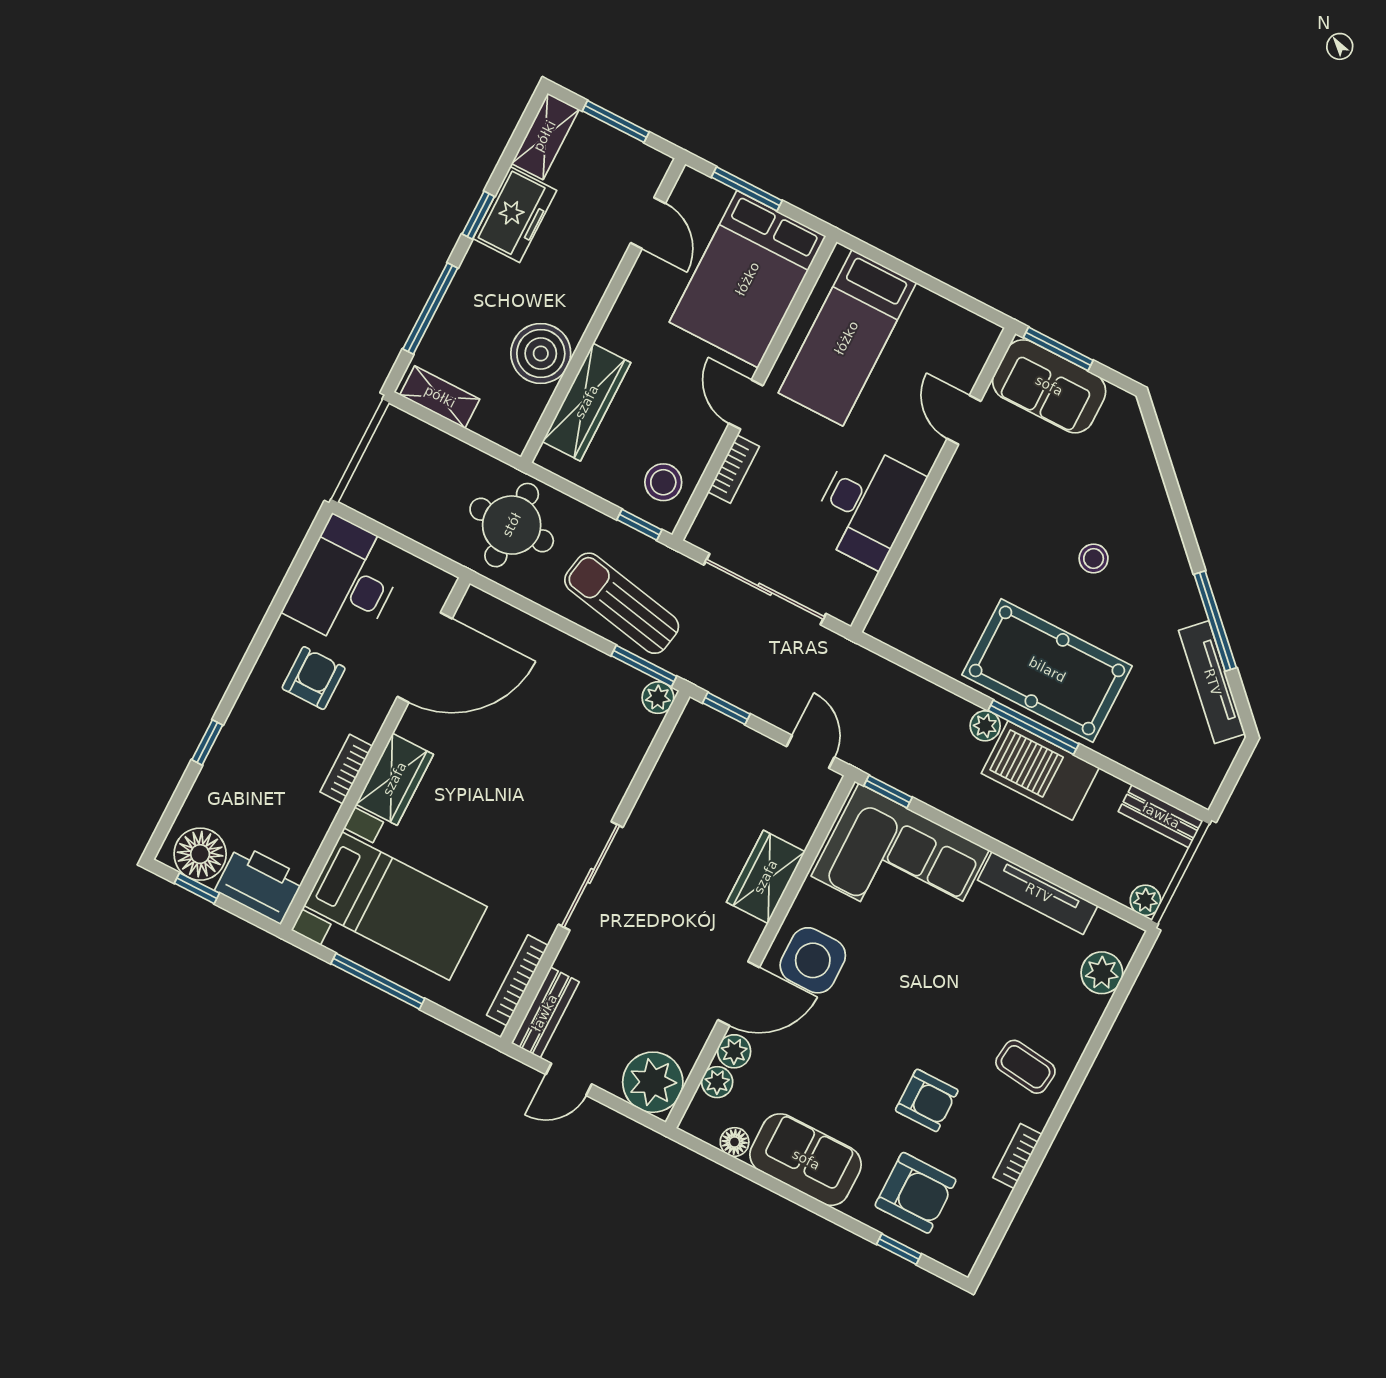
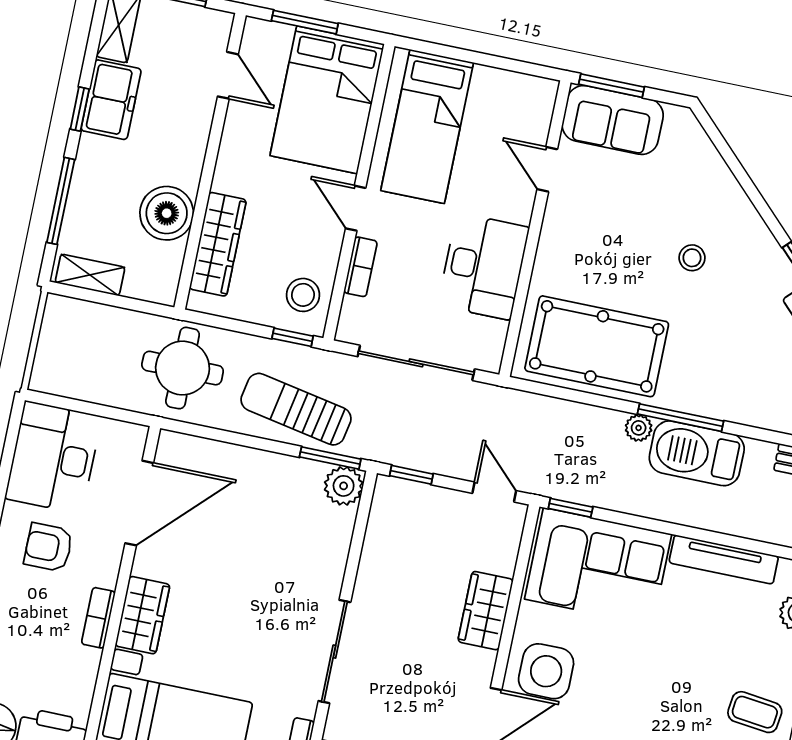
pool table: (1047, 670) -> (597, 346), moved
armchair: (314, 678) -> (48, 547), turned -90
plant: (658, 698) -> (344, 486), width x1.38, depth x1.38

